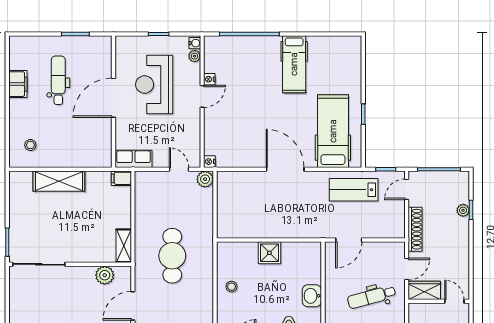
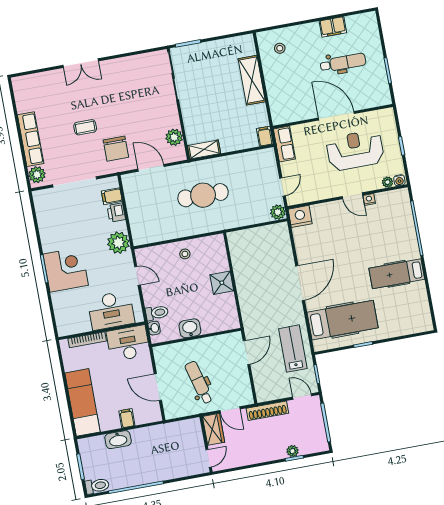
nightstand: (209, 162) -> (300, 216), width x1.89, depth x1.79
door: (349, 240) -> (247, 353), swing flipped

